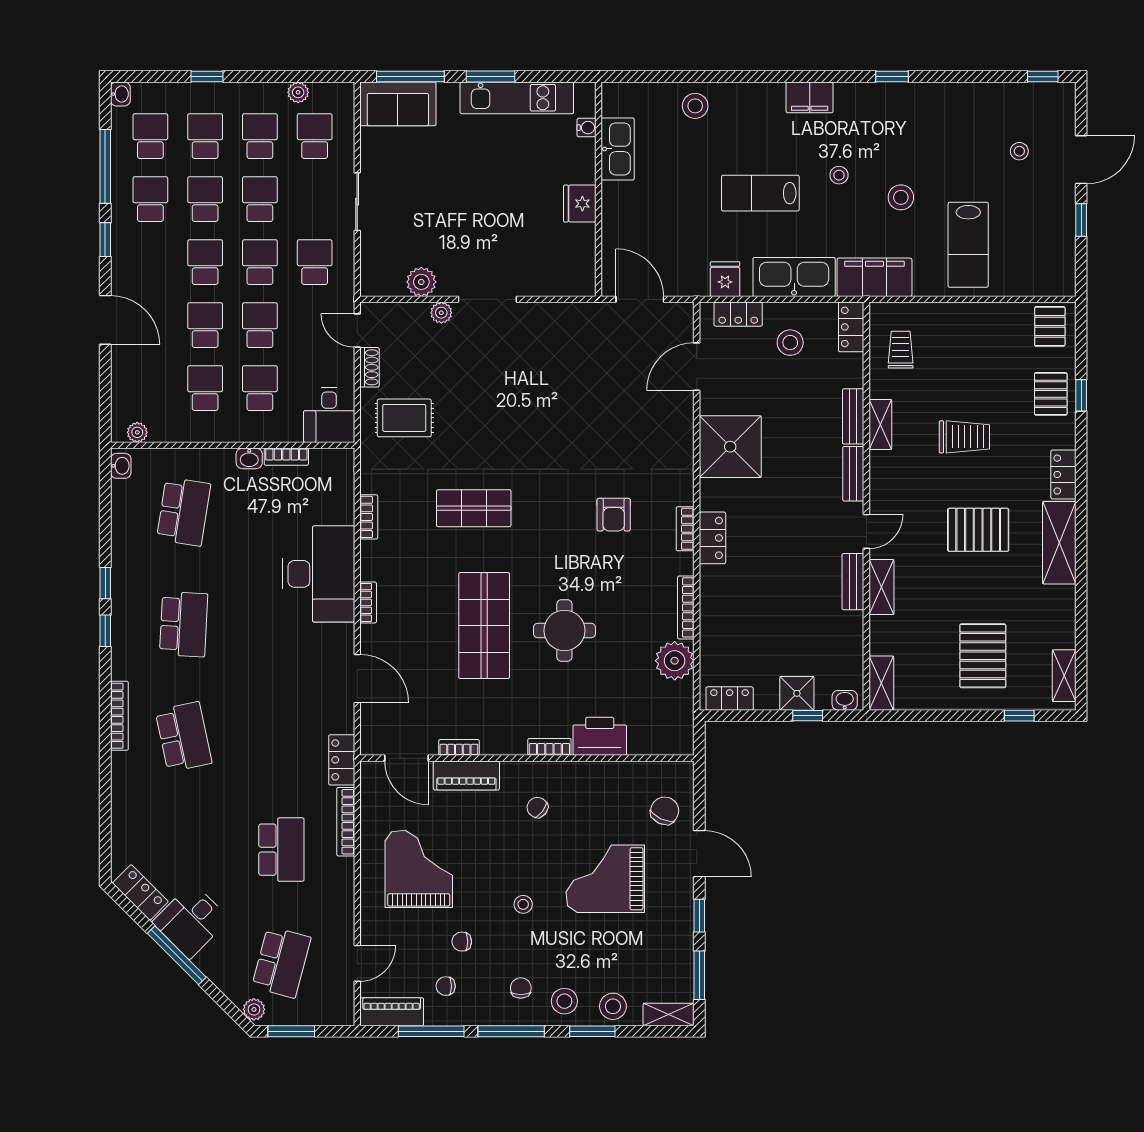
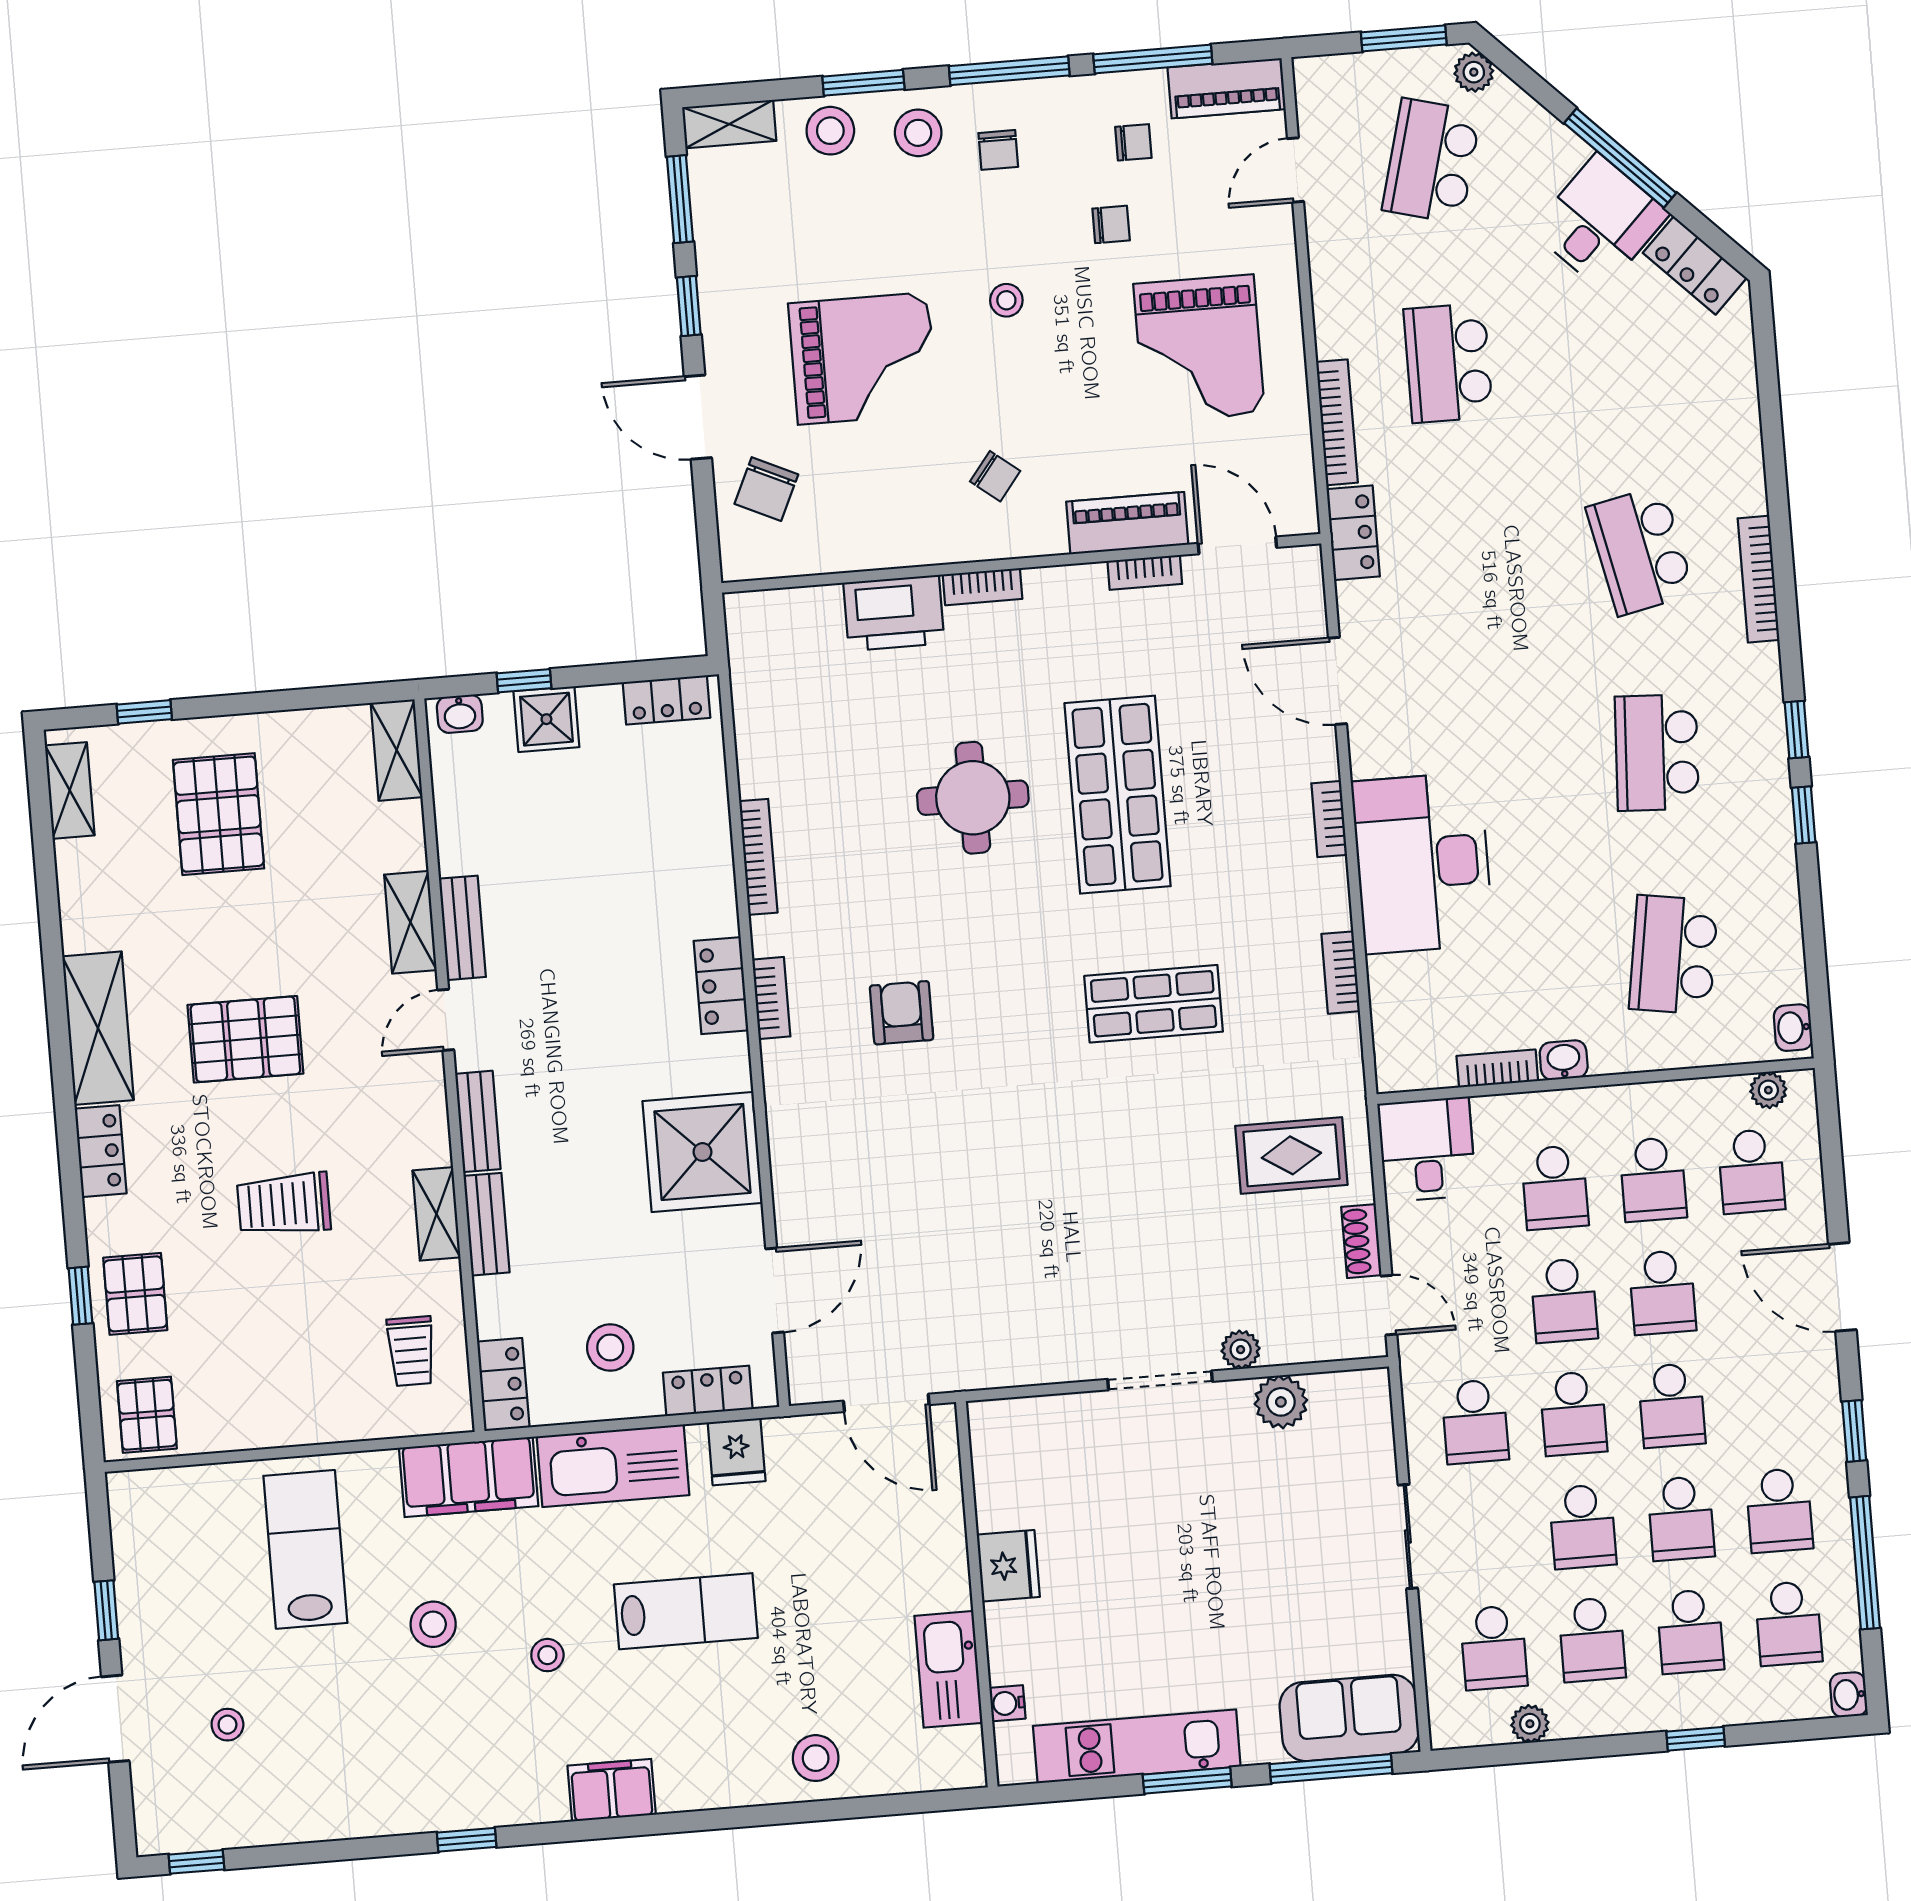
school desk: (150, 388) -> (1751, 1171), added
plant: (675, 661) -> (771, 760), removed

